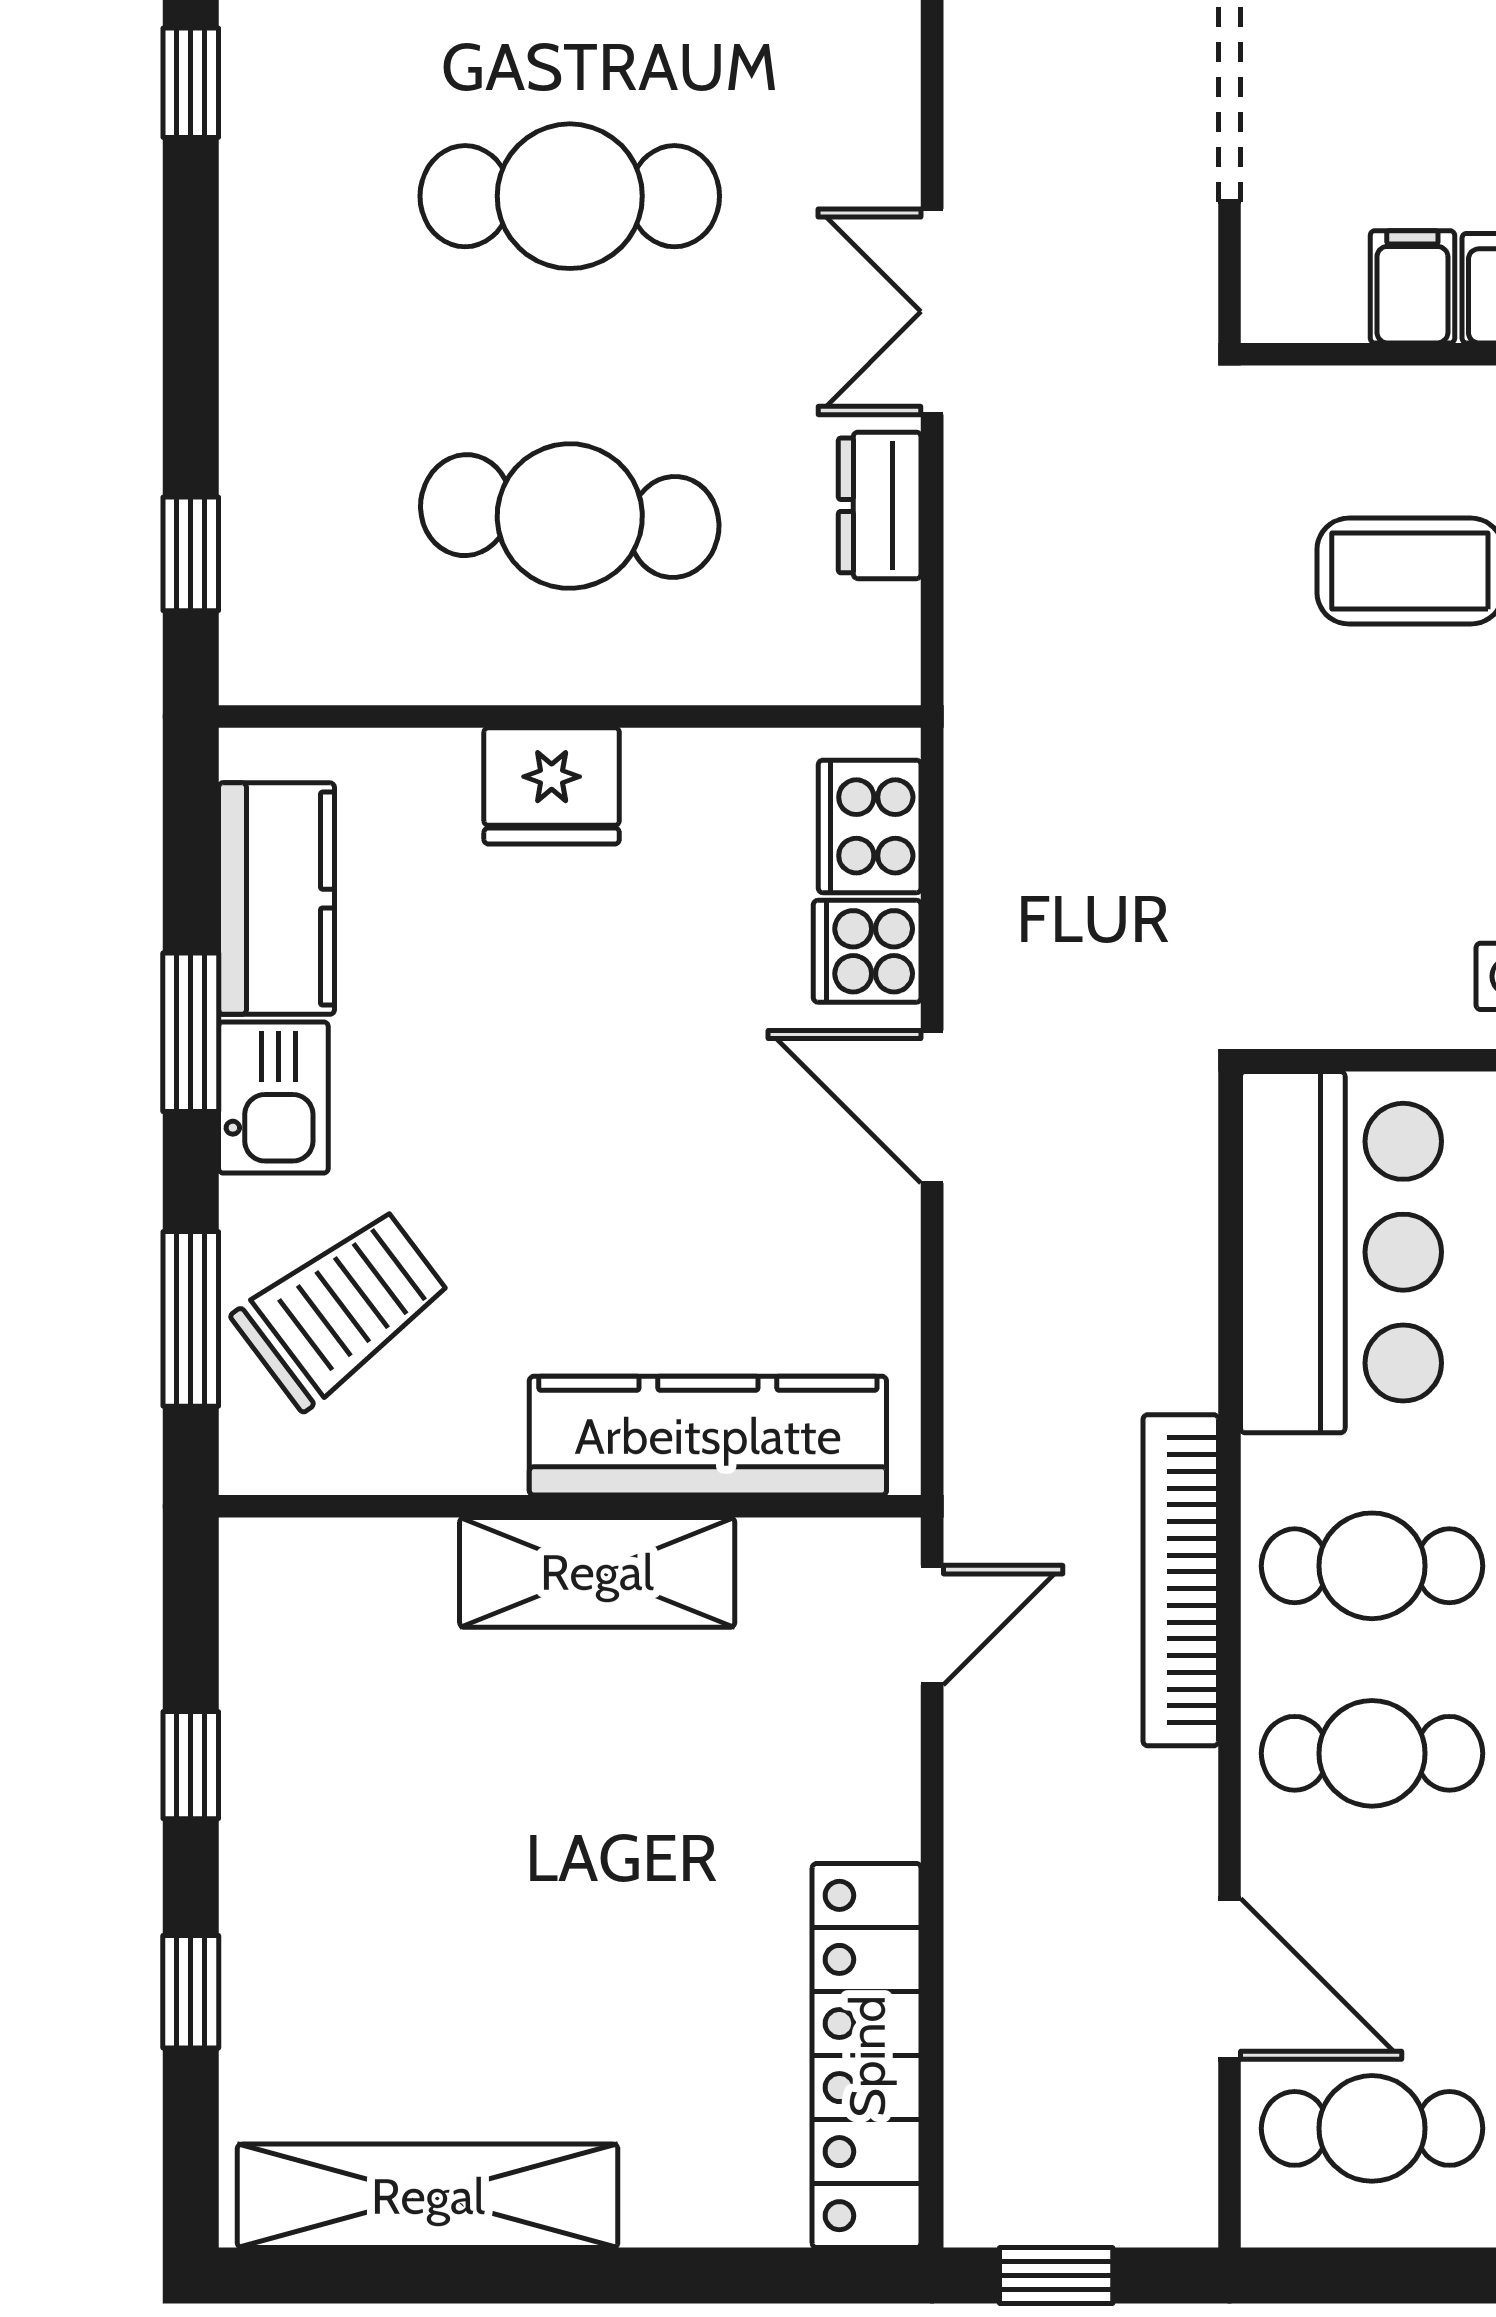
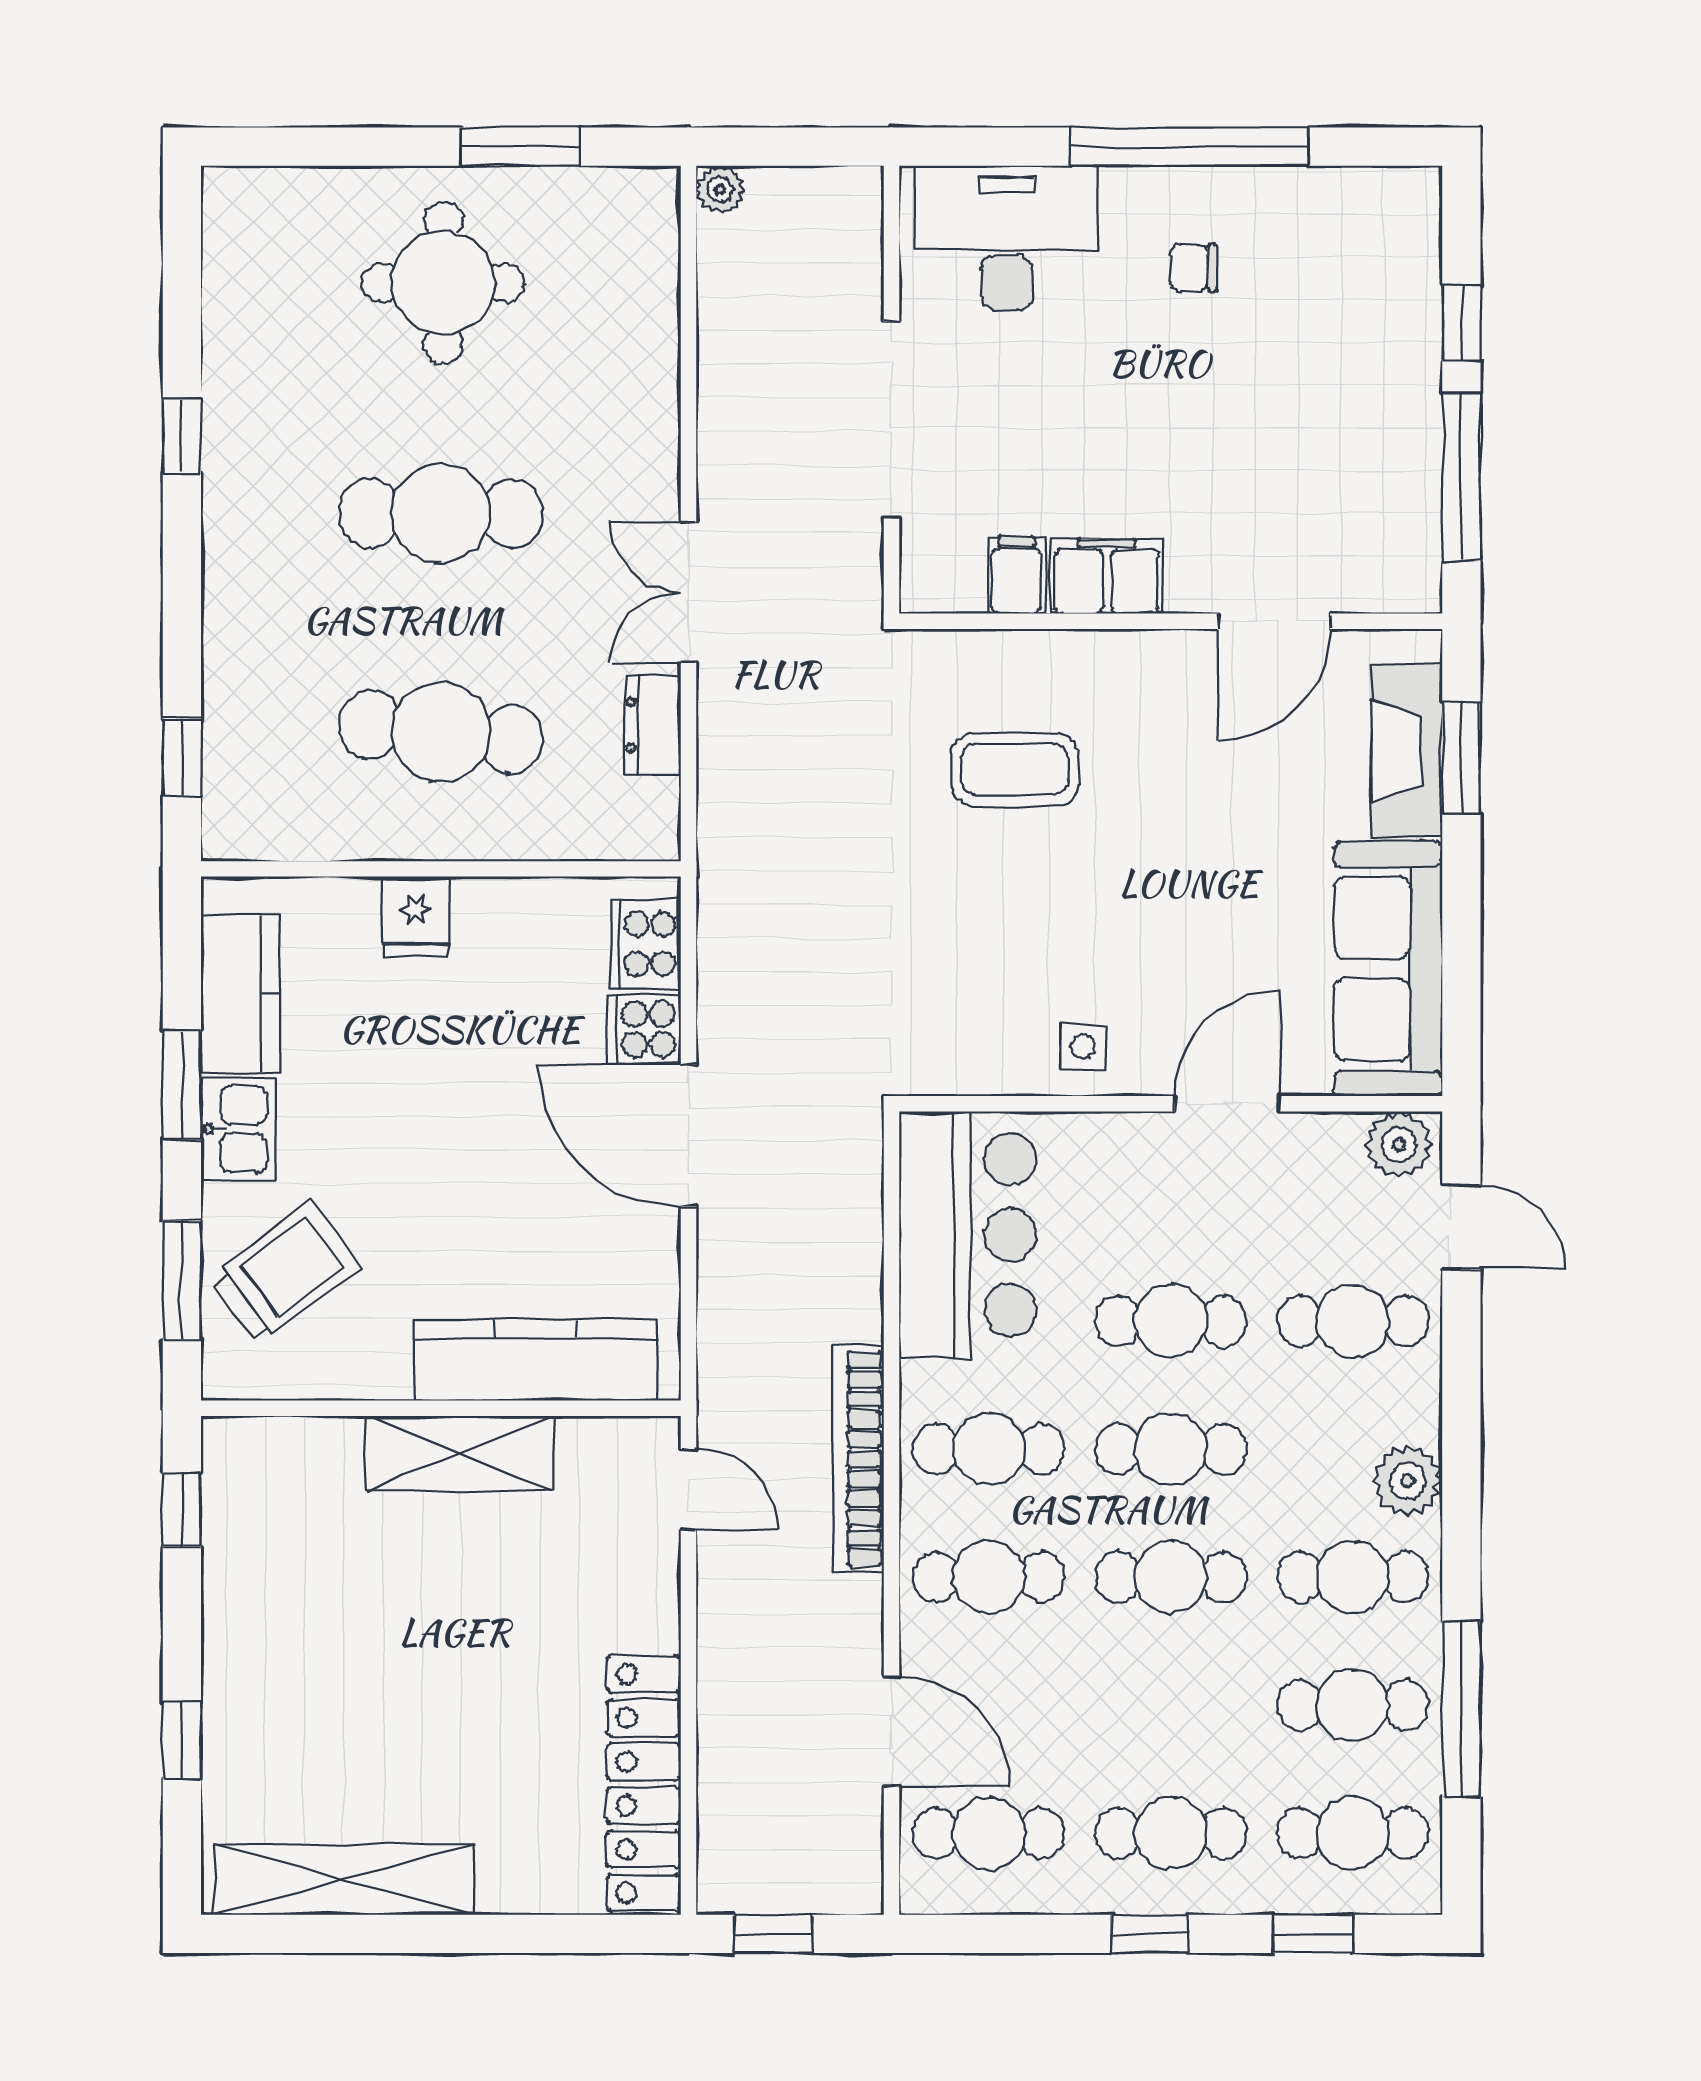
fridge: (552, 786) -> (416, 916), width x0.72
door: (932, 1107) -> (688, 1135), width x1.36
door: (932, 1625) -> (688, 1490), hinge flipped
window: (191, 1765) -> (182, 1510), moved

